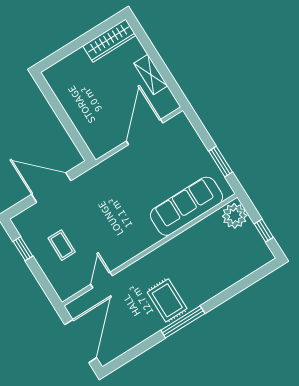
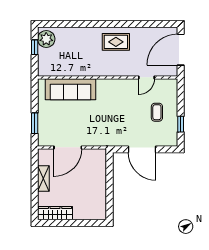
window: (221, 162) -> (35, 123), moved
plant: (235, 216) -> (46, 39), moved
rug: (167, 300) -> (116, 42), turned 90
window: (183, 322) -> (115, 24), removed

